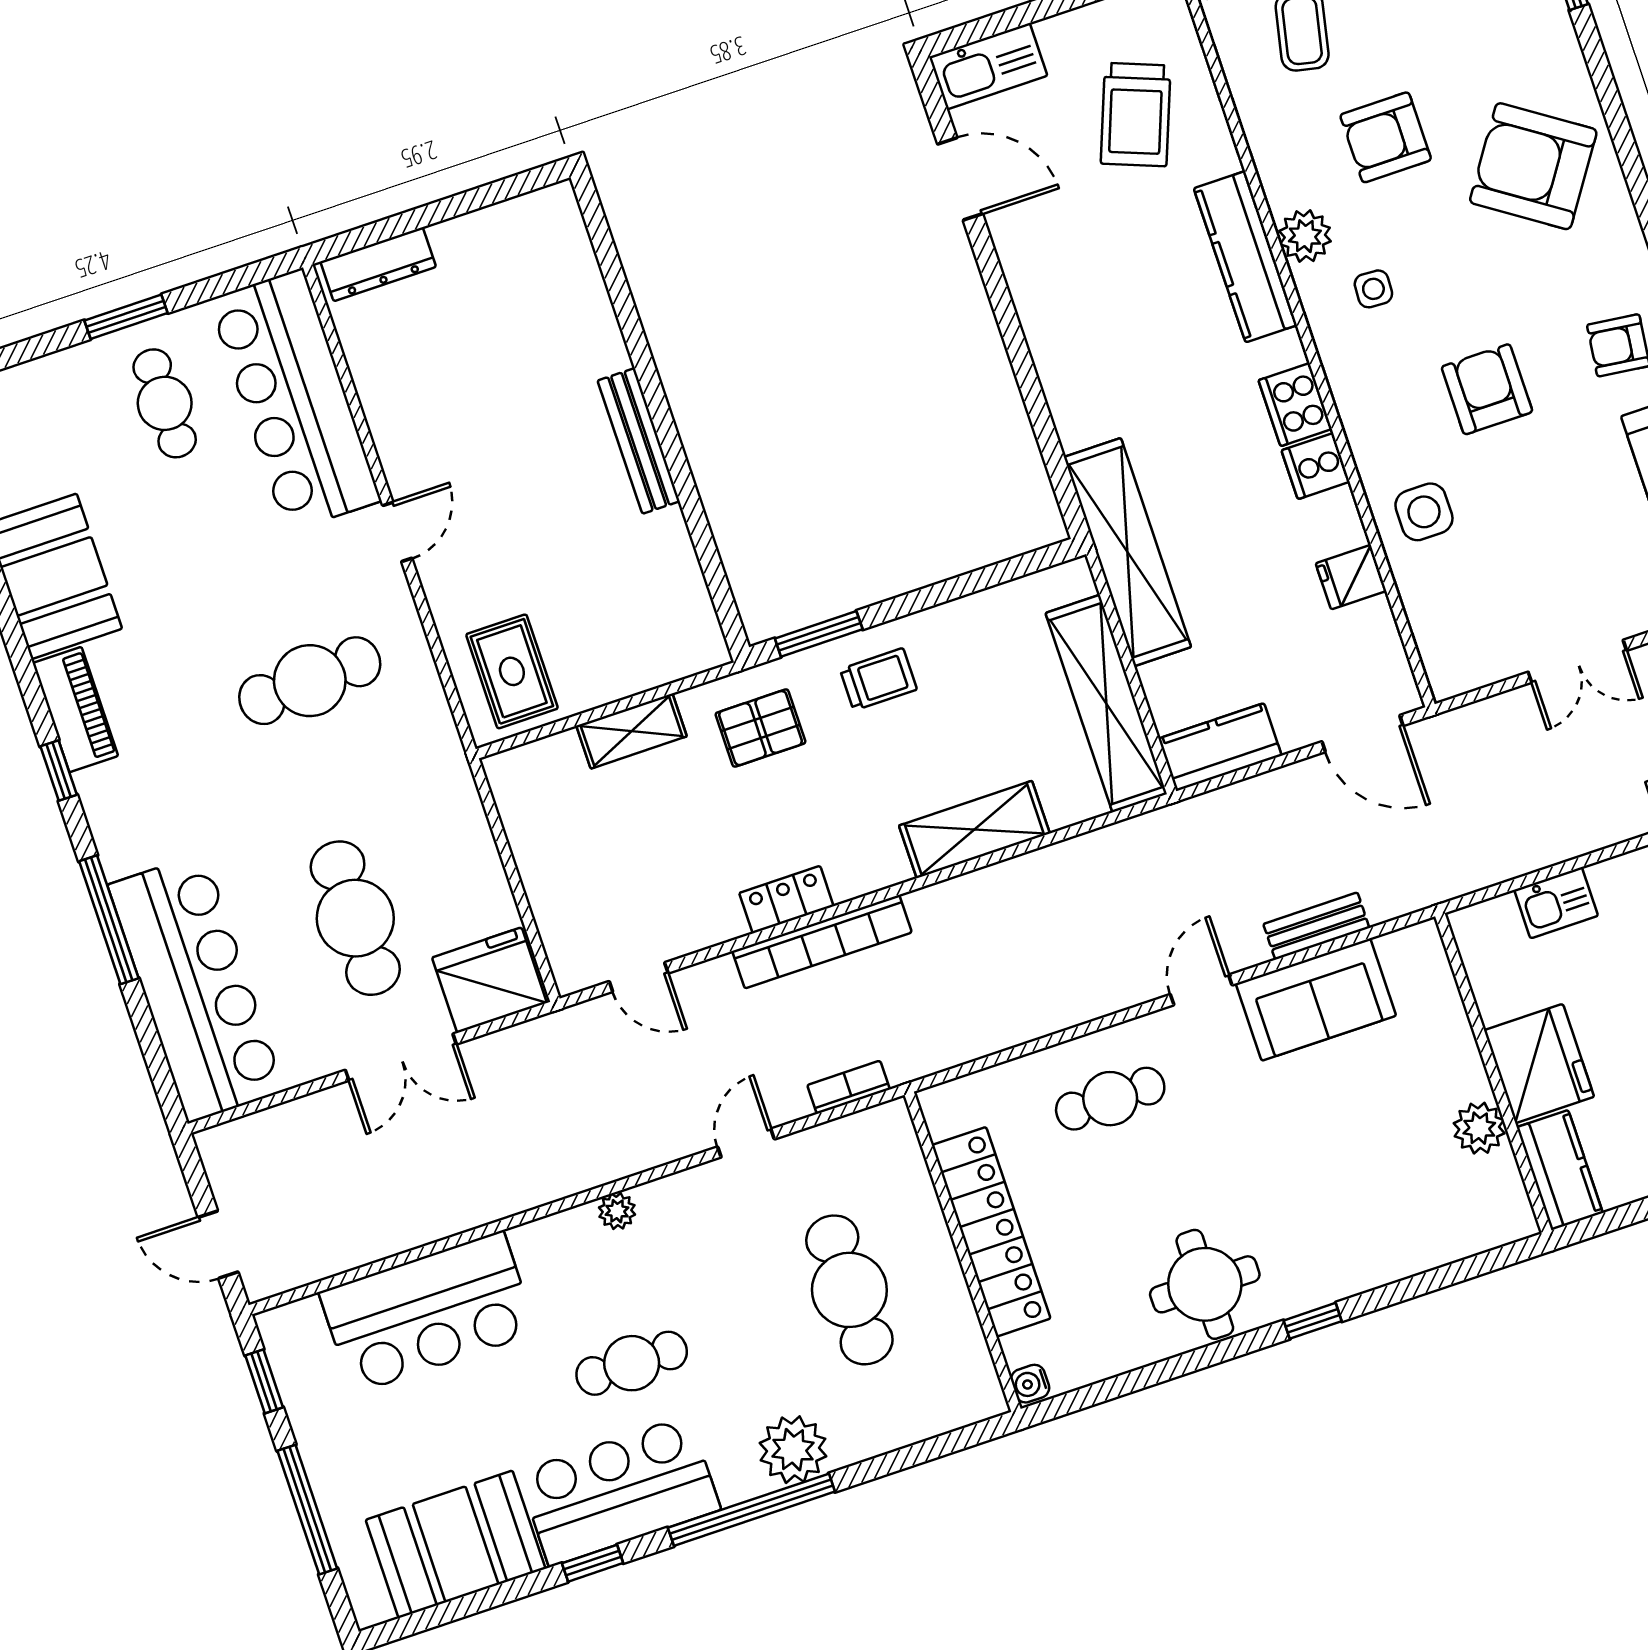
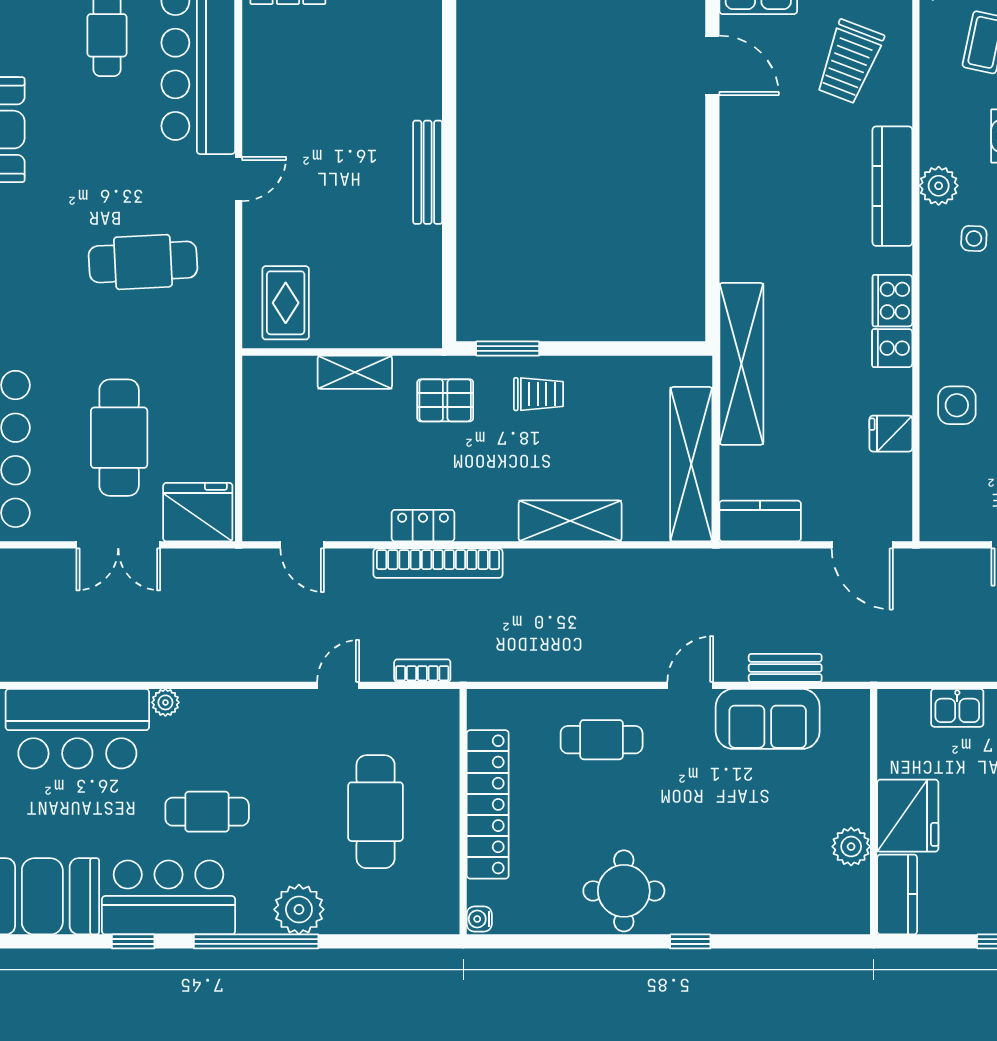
plant: (617, 1211) -> (165, 702), moved

